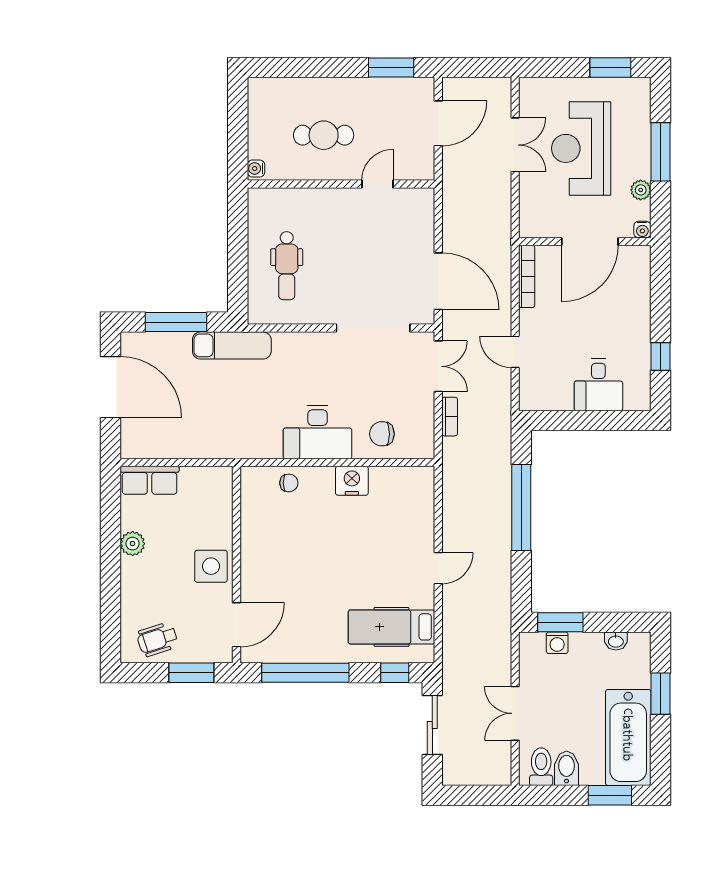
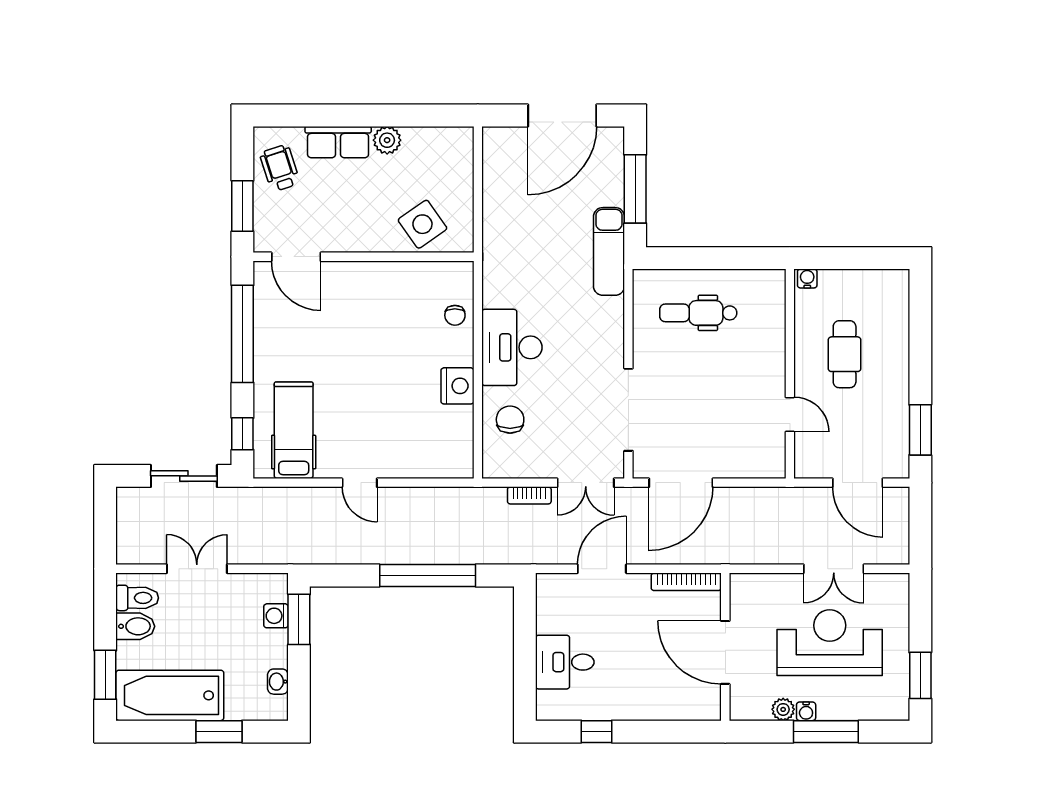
water cooler: (642, 230) -> (806, 711), moved, turned -90
door: (515, 352) -> (602, 569), width x1.38
row of seats: (150, 480) -> (338, 142), moved, turned -90
side table: (211, 566) -> (422, 224), moved, turned -35

